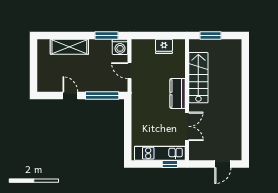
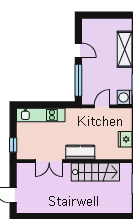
door: (70, 95) -> (78, 50), hinge flipped
kitchen unit: (160, 153) -> (41, 115), moved, turned 90

